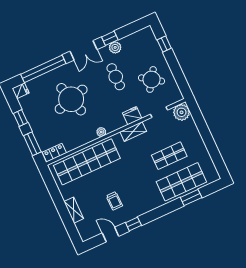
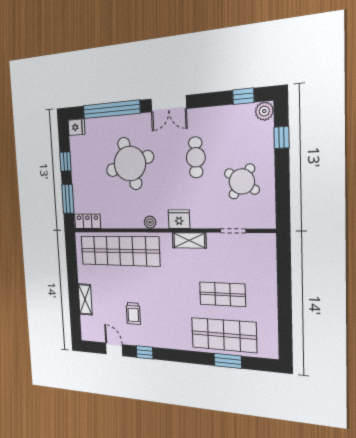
window: (110, 38) -> (243, 96), moved
plant: (115, 47) -> (264, 111), moved
plant: (182, 112) -> (264, 245), removed
fridge: (132, 116) -> (179, 219), moved

